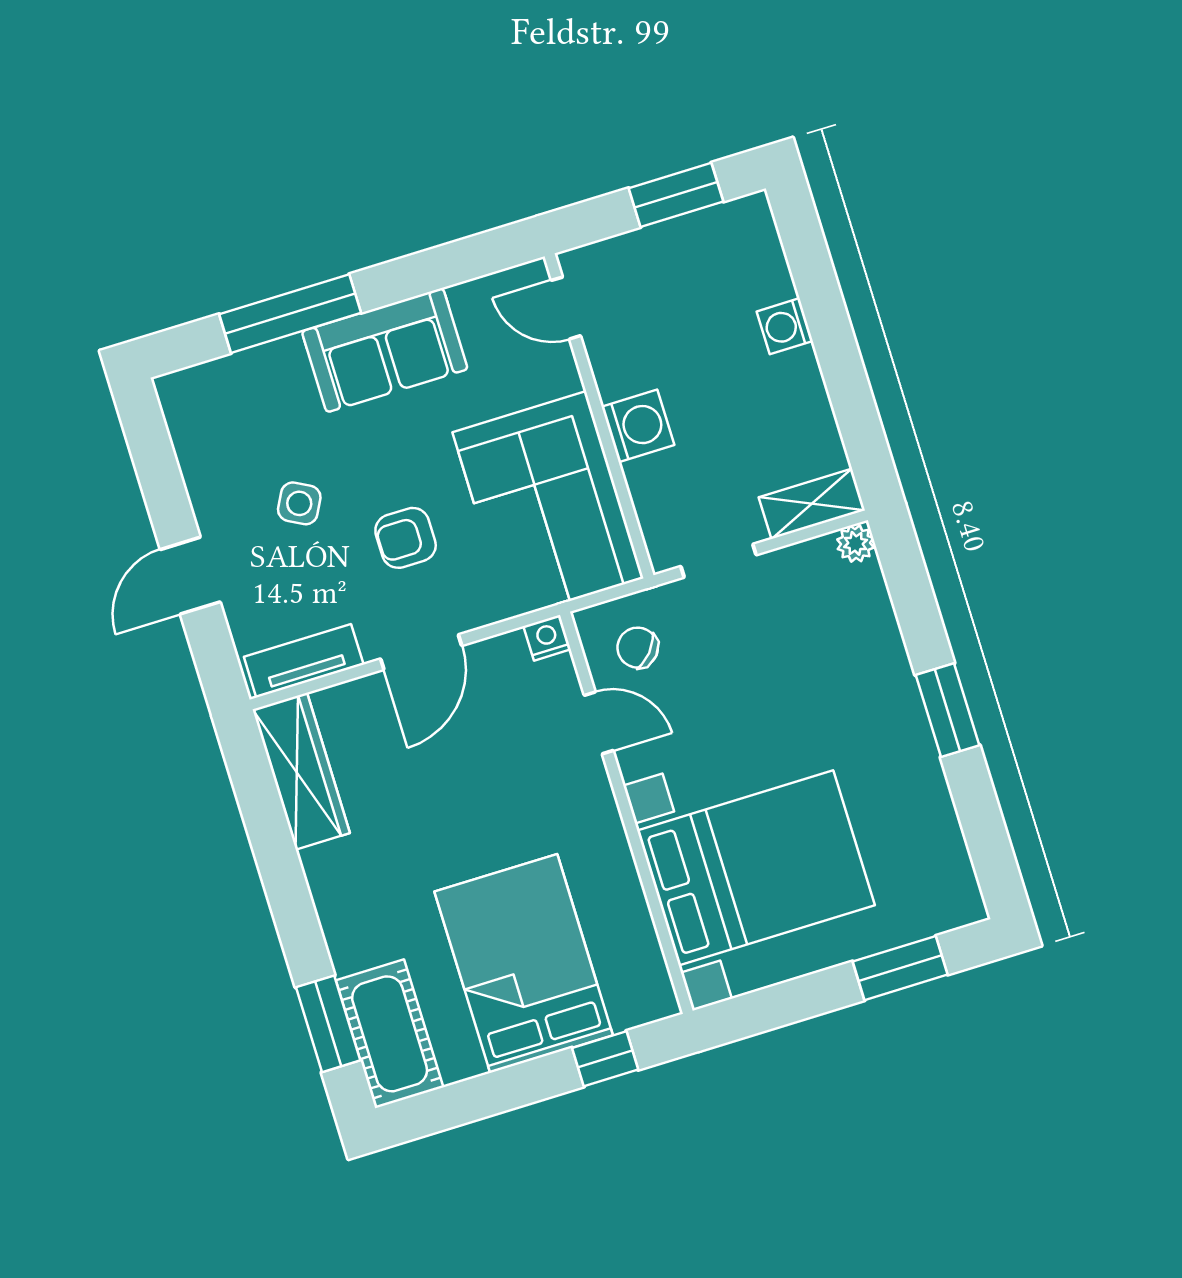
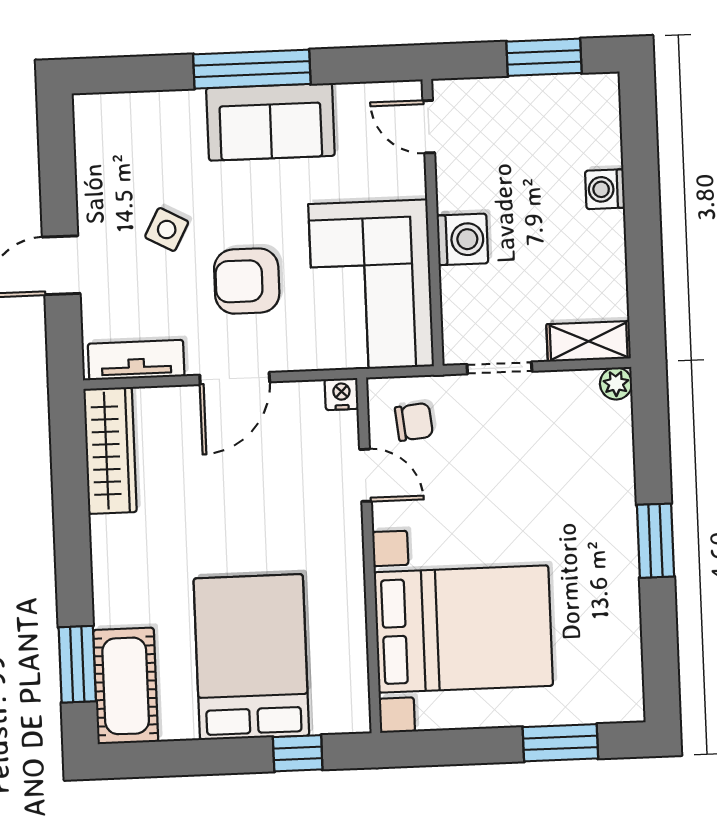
window: (290, 314) -> (252, 69), moved
armchair: (406, 538) -> (247, 281), width x1.38, depth x1.38
chair: (638, 648) -> (414, 422), turned 133

